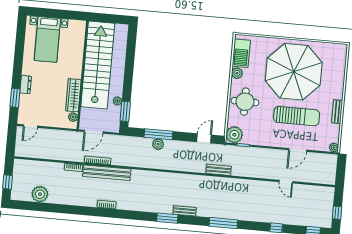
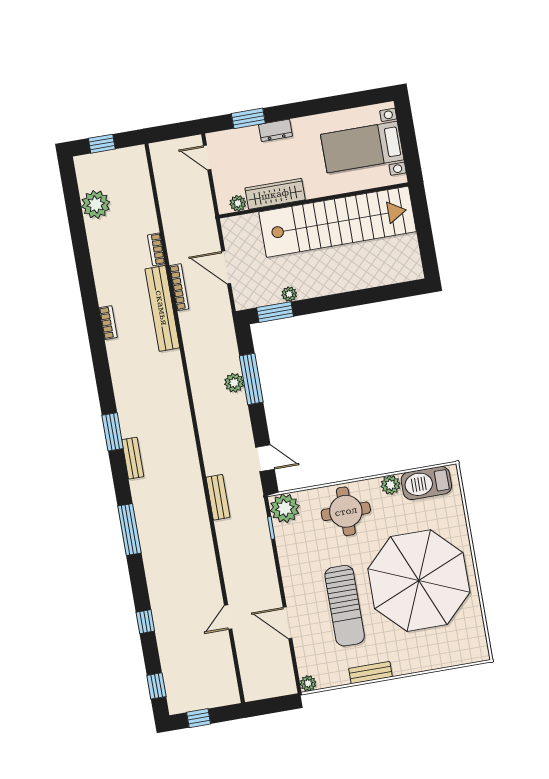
stairs: (98, 65) -> (338, 222), moved
wall: (83, 75) -> (314, 200), moved
wardrobe: (73, 95) -> (275, 194), moved
plant: (73, 117) -> (238, 203), moved

